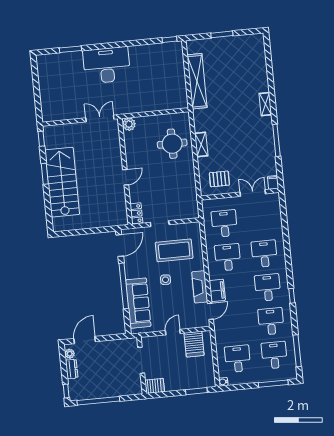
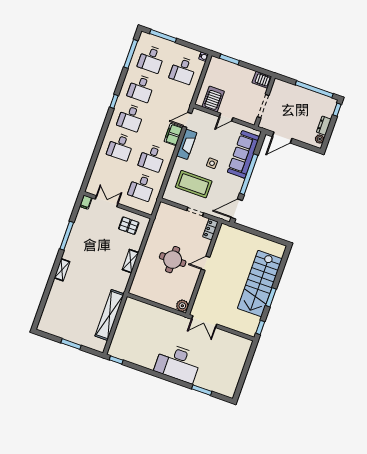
round table: (172, 144) -> (173, 260), moved
double door: (253, 193) -> (107, 201), swing flipped
door: (85, 340) -> (282, 138), moved

